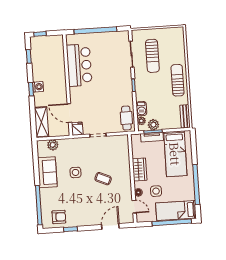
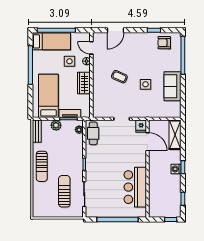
barbecue: (141, 109) -> (78, 141), removed
plant: (153, 125) -> (56, 125), moved
plant: (53, 145) -> (166, 112), removed

